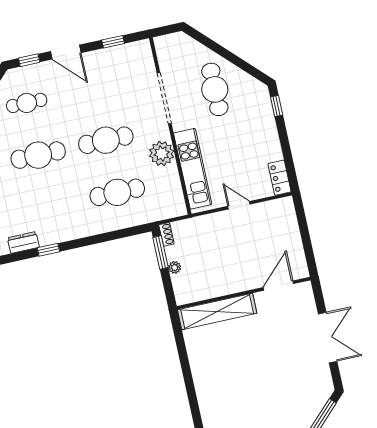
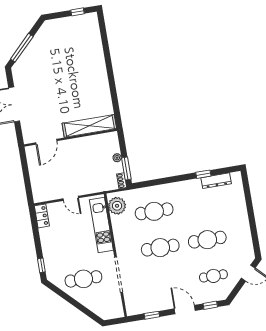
cafe table: (215, 89) -> (83, 279), turned 90
plant: (162, 154) -> (117, 206), moved
dresser: (23, 242) -> (216, 181), width x1.44

